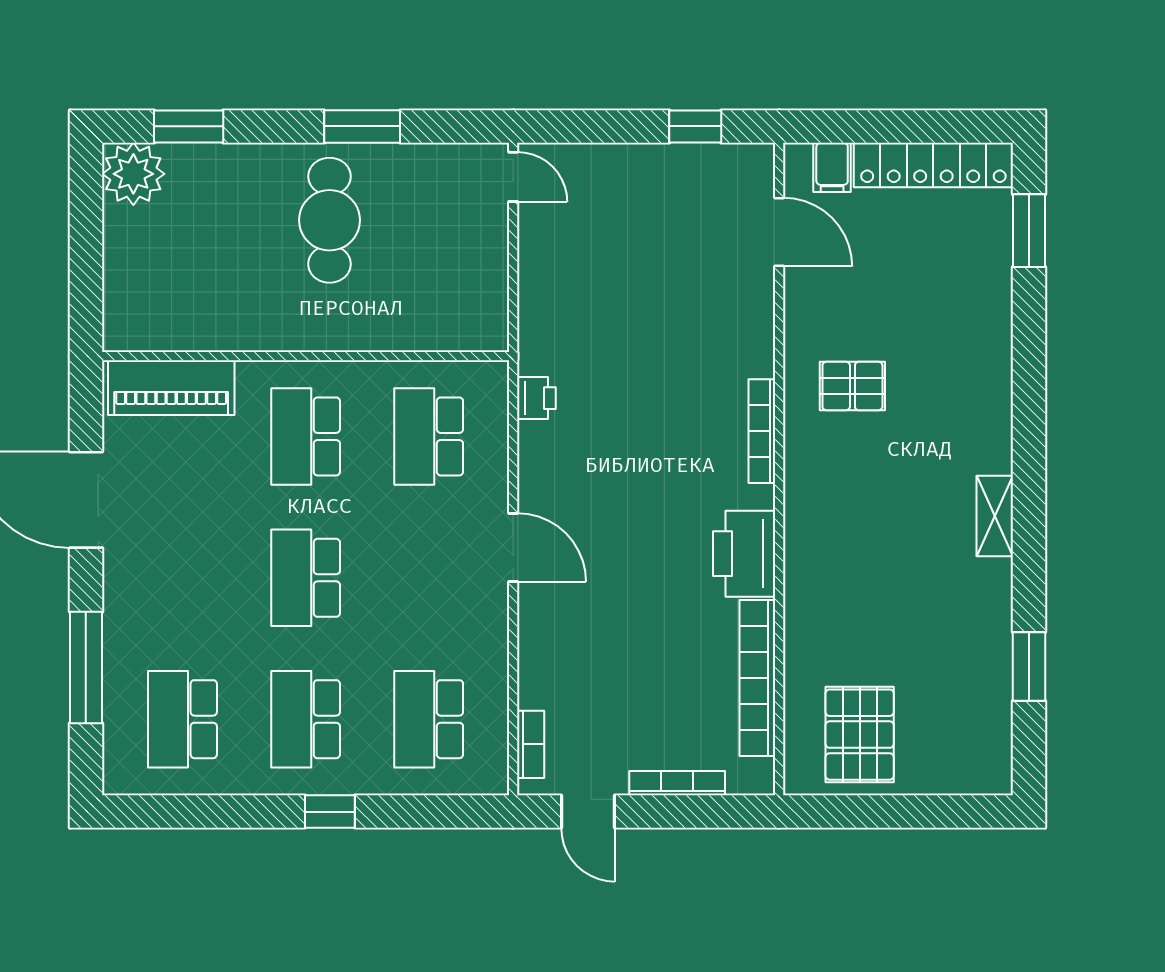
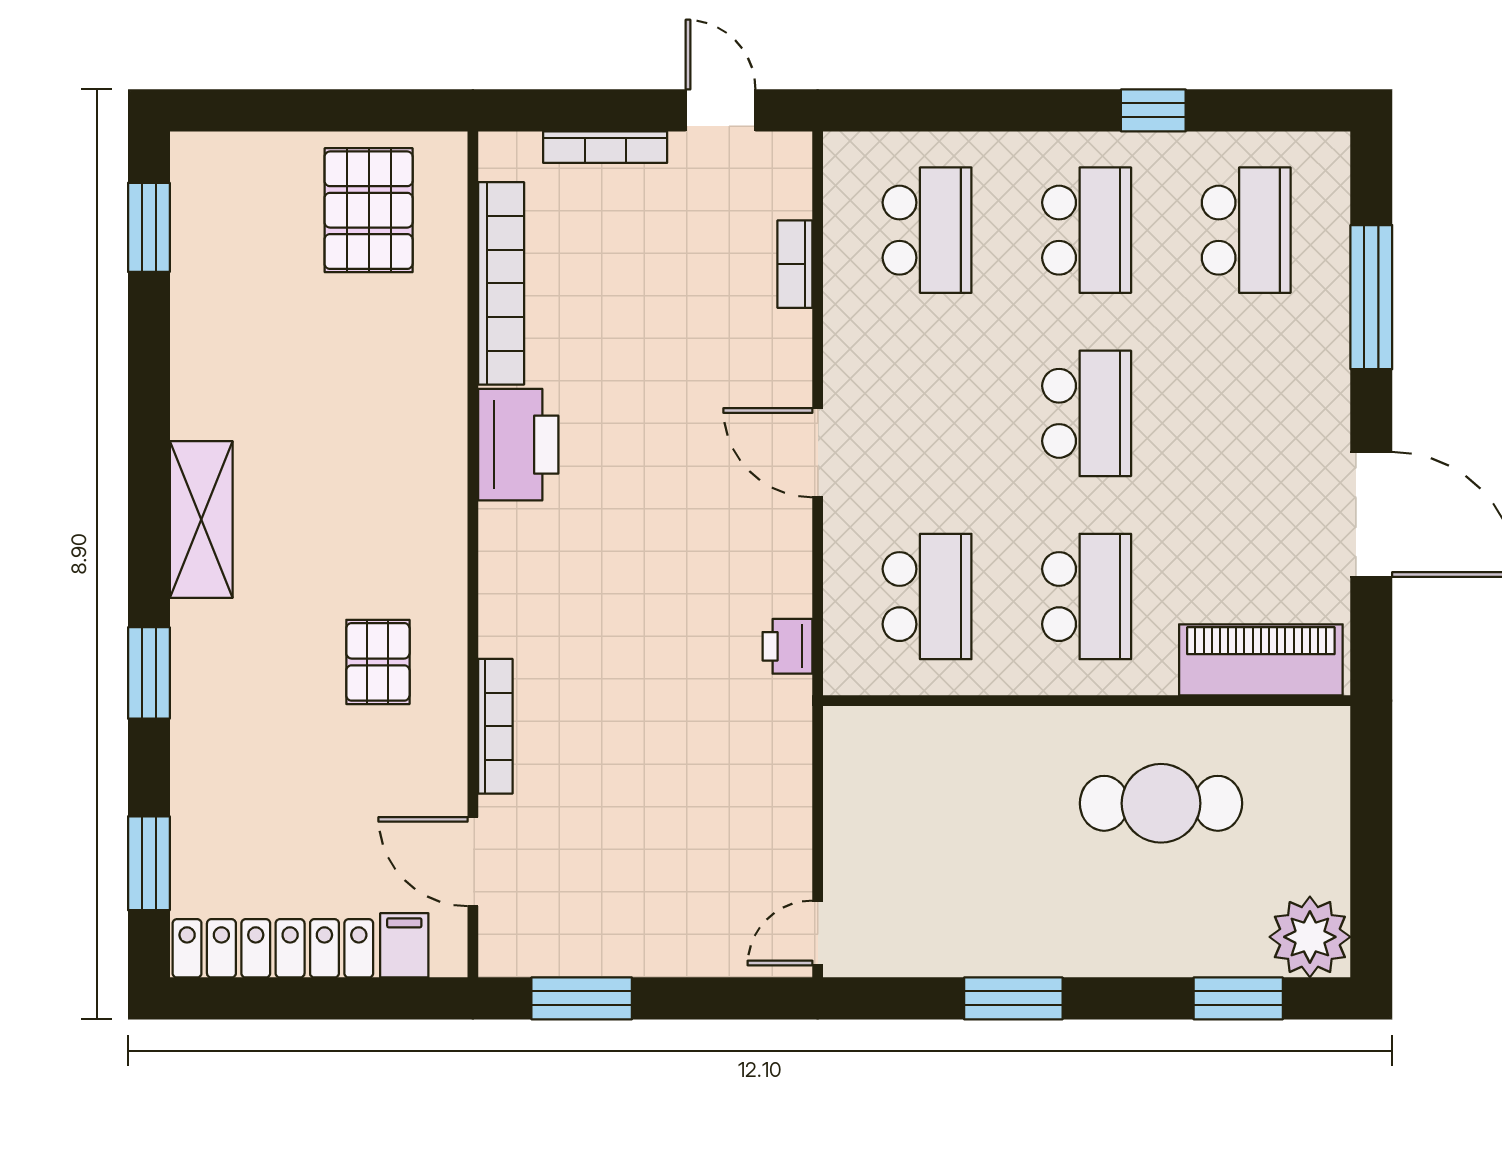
window: (695, 126) -> (582, 998), width x1.50
door: (513, 177) -> (818, 933), hinge flipped
cafe table: (329, 220) -> (1161, 803), moved, turned 90
window: (1029, 377) -> (149, 673), added
pallet: (852, 386) -> (378, 662), turned 90
bookcase: (762, 431) -> (495, 726), moved
shelving: (995, 516) -> (201, 519), width x1.50, depth x1.33
window: (1029, 667) -> (149, 227), moved
bookcase: (531, 744) -> (795, 264), moved
window: (330, 812) -> (1153, 110), moved

